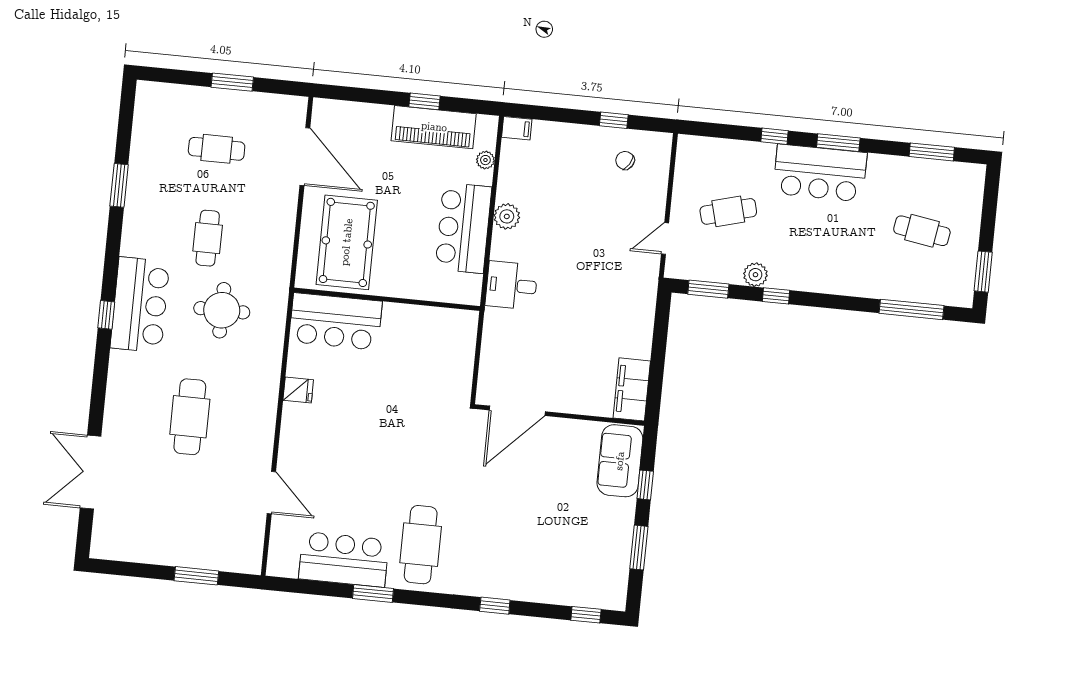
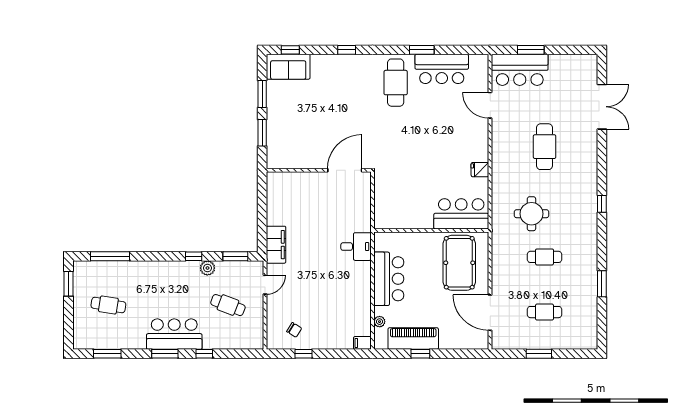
cafe table: (728, 211) -> (228, 305), turned 36
plant: (507, 216) -> (363, 288), removed
cafe table: (208, 238) -> (545, 257), turned 90
bar counter: (140, 305) -> (520, 70), moved, turned -90
filing cabinet: (632, 389) -> (276, 245), moved
sofa: (620, 461) -> (288, 67), moved, turned 90
window: (645, 485) -> (262, 133), width x1.50

